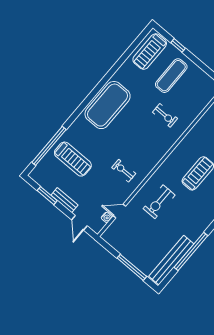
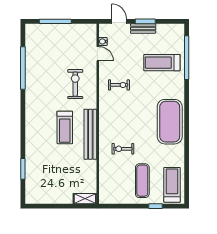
window: (47, 196) -> (145, 21), moved
door: (119, 211) -> (98, 54), hinge flipped
bench: (171, 260) -> (90, 134), moved

